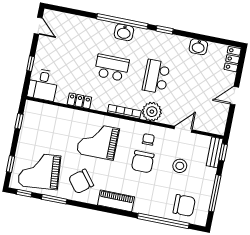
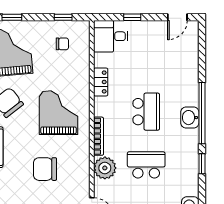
chair: (148, 139) -> (62, 44), moved

